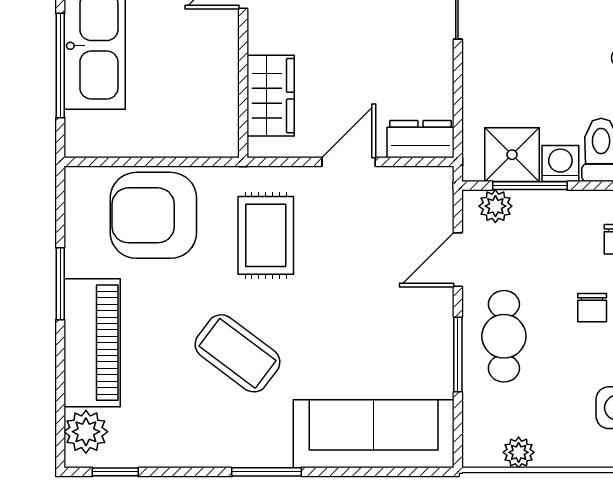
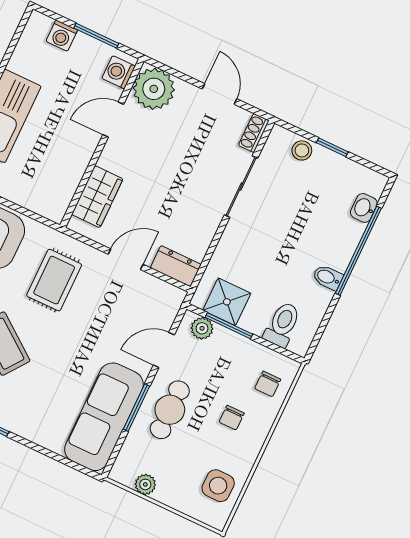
washing machine: (560, 163) -> (254, 321), removed
sofa: (374, 434) -> (104, 417), moved, turned -90

